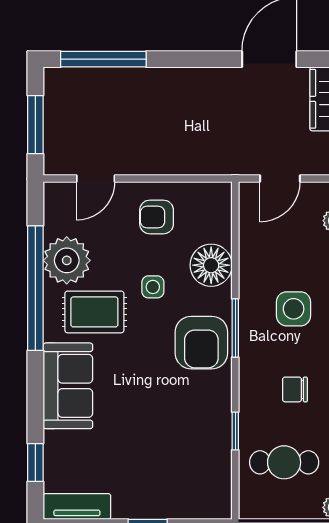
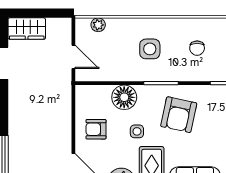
armchair: (157, 217) -> (96, 129), turned 90
armchair: (201, 343) -> (179, 115), moved, turned 102

